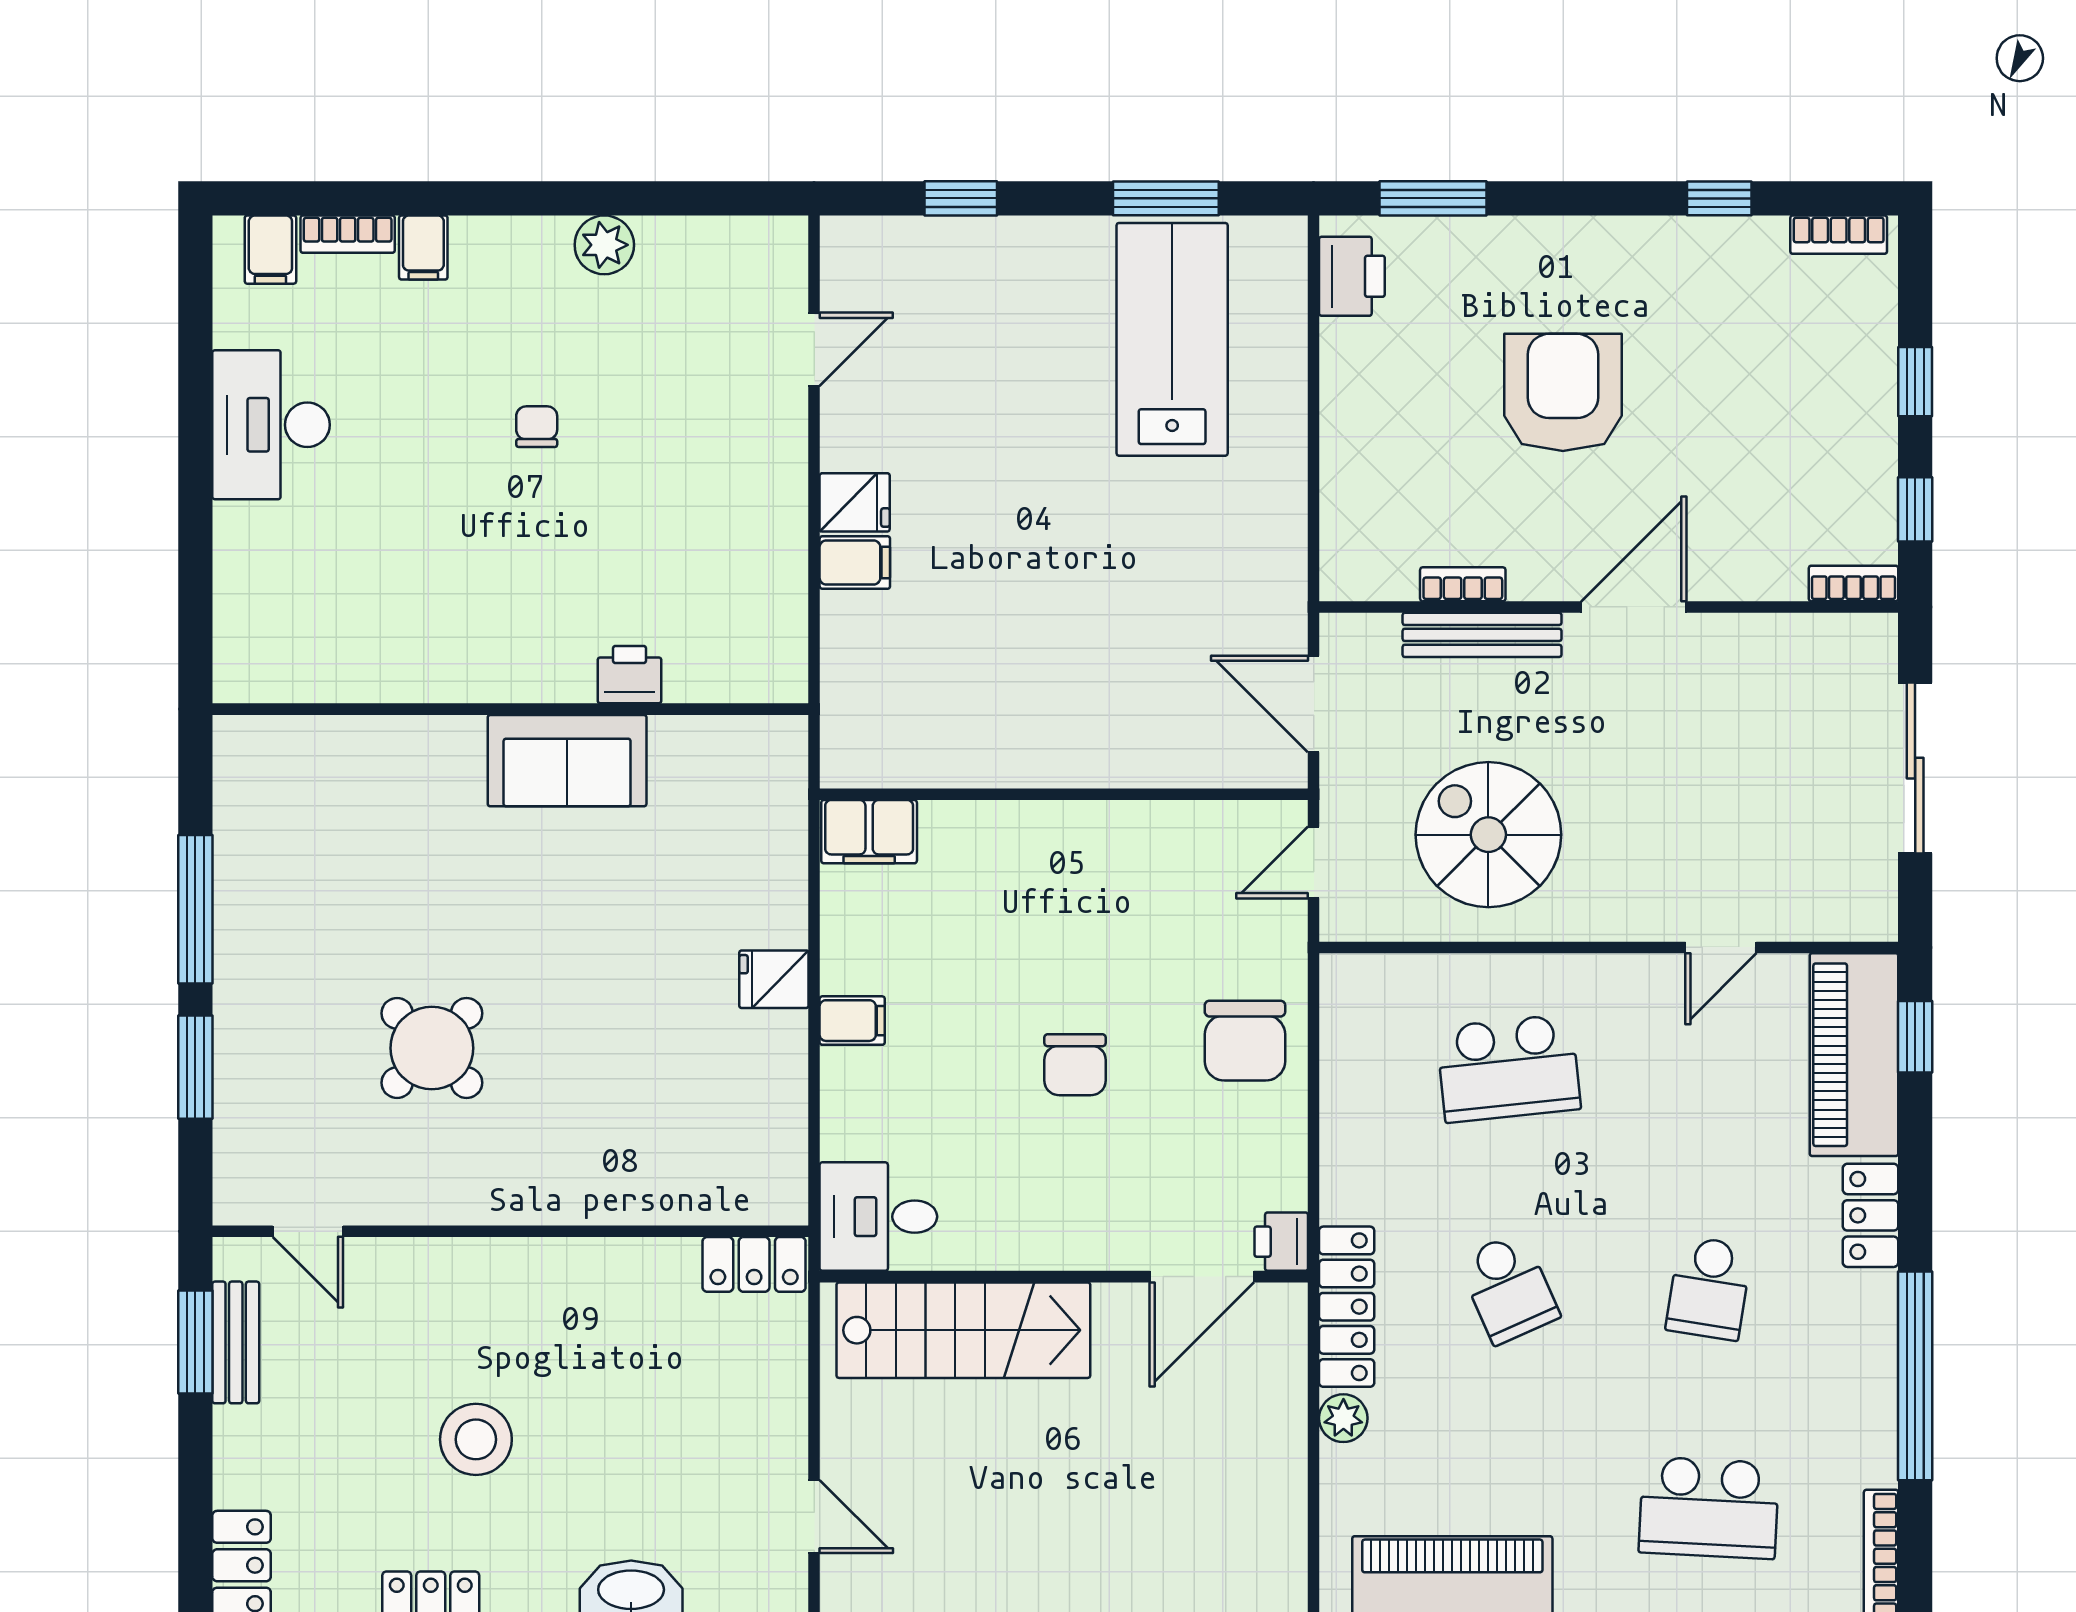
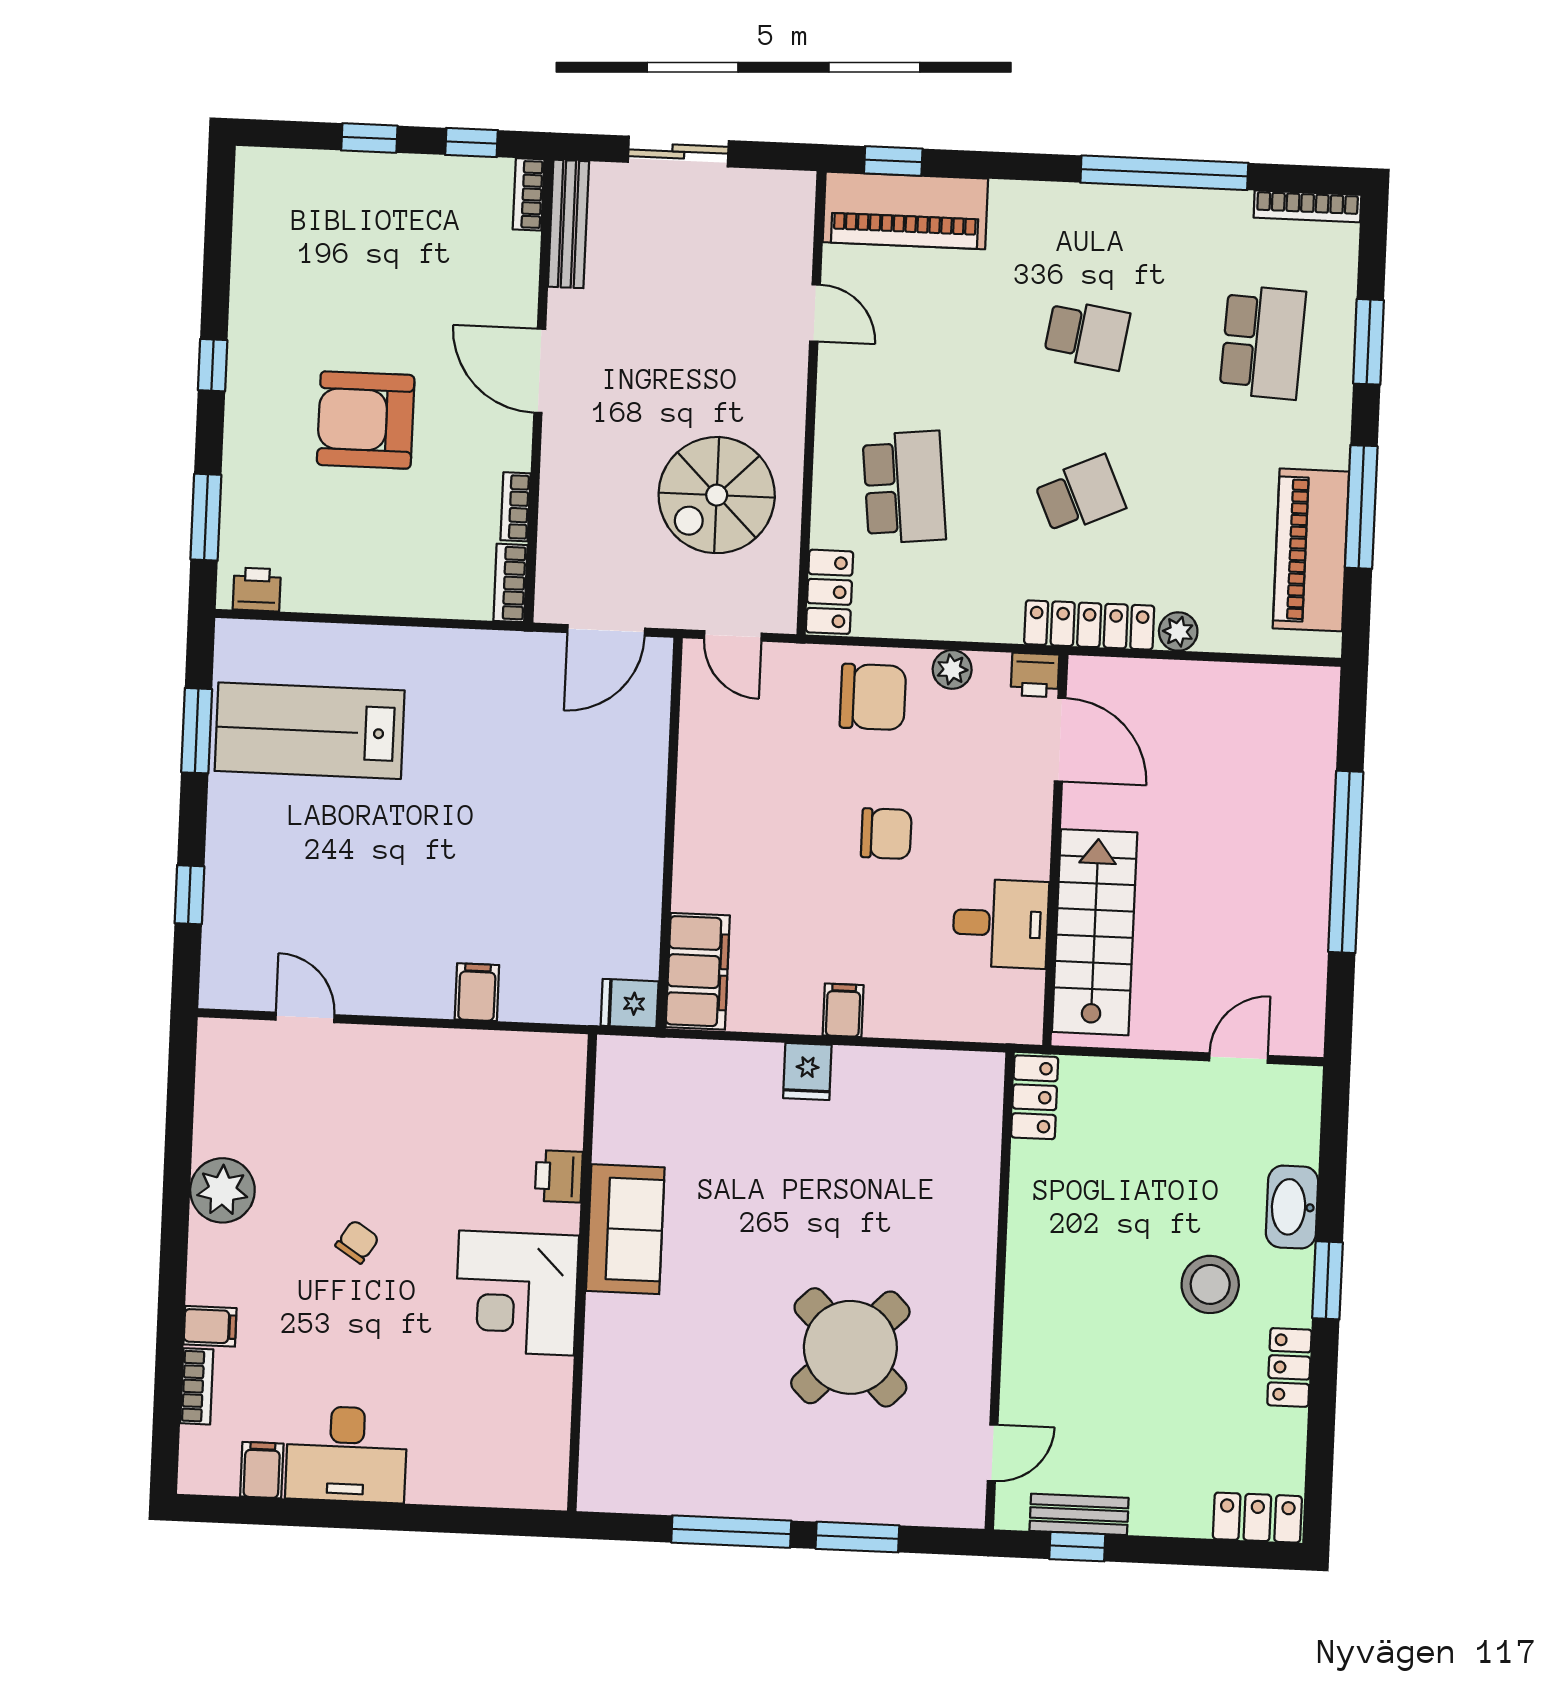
window: (1719, 198) -> (213, 365), moved
bookcase: (1839, 235) -> (510, 583), moved, turned 180
plant: (604, 245) -> (222, 1190), width x1.36, depth x1.36
filing cabinet: (270, 250) -> (262, 1470), moved, turned -90
printer: (1352, 276) -> (257, 589), width x0.73, depth x0.81
chair: (537, 427) -> (357, 1242), turned 123
fridge: (855, 502) -> (630, 1003), moved, turned -90
corner desk: (481, 628) -> (517, 1293), added
bench: (1482, 635) -> (568, 224), moved
sliding door: (1915, 768) -> (678, 152), width x0.73
filing cabinet: (869, 832) -> (698, 971), width x1.50, depth x1.17
round table: (432, 1048) -> (850, 1347), width x1.36, depth x1.36
plant: (1284, 1138) -> (952, 669), added
locker: (1871, 1215) -> (830, 592), moved, turned -90
desk: (878, 1217) -> (1001, 923), moved, turned -90
window: (195, 1342) -> (1077, 1547), width x0.67
stool: (476, 1439) -> (1210, 1284), moved

